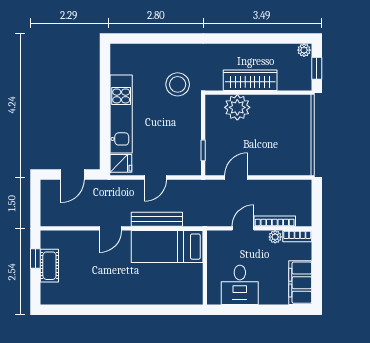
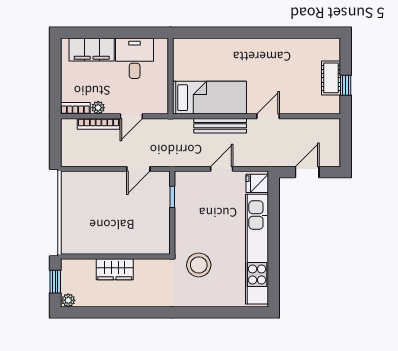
wardrobe: (250, 80) -> (115, 269), width x0.67
plant: (237, 107) -> (137, 241), removed
kitchen unit: (121, 114) -> (257, 249), width x1.36
filing cabinet: (300, 283) -> (92, 49), moved, turned 90

